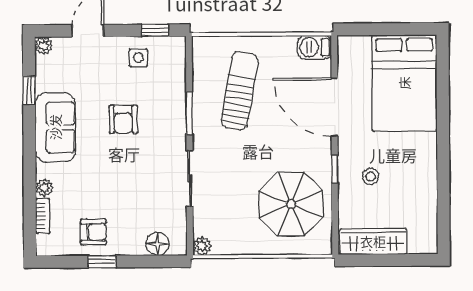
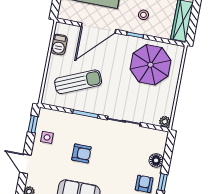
barbecue: (315, 47) -> (59, 45), moved
sun lounger: (240, 91) -> (78, 82), turned 147
floor lamp: (157, 244) -> (156, 160), moved

